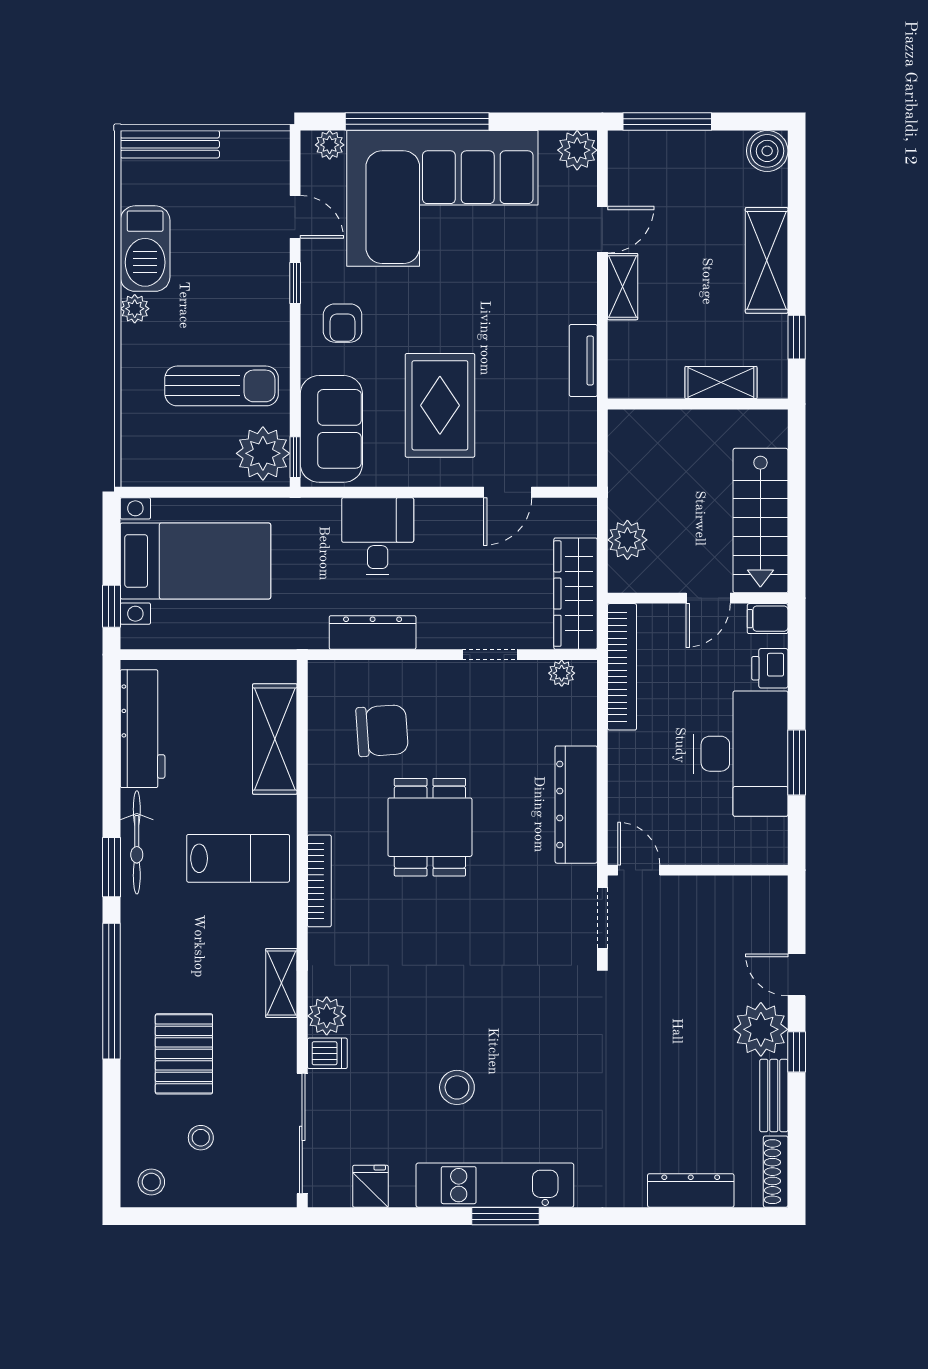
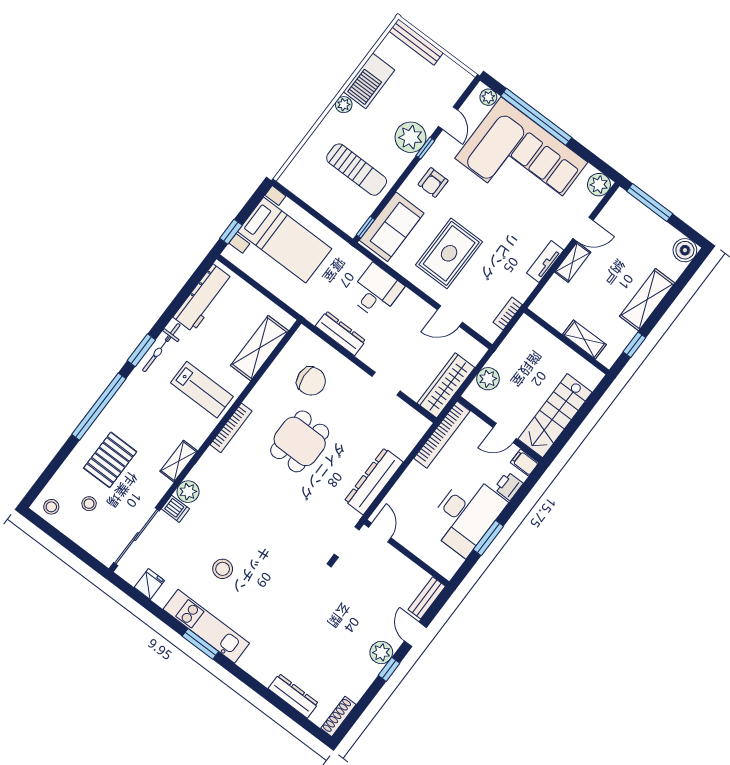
tv unit: (583, 361) -> (545, 262), moved
bookcase: (586, 427) -> (508, 313), added
plant: (263, 453) -> (411, 137), moved
plant: (562, 673) -> (412, 417), removed
plant: (761, 1029) -> (381, 652), width x0.73, depth x0.73
bench: (774, 1096) -> (427, 598), moved

